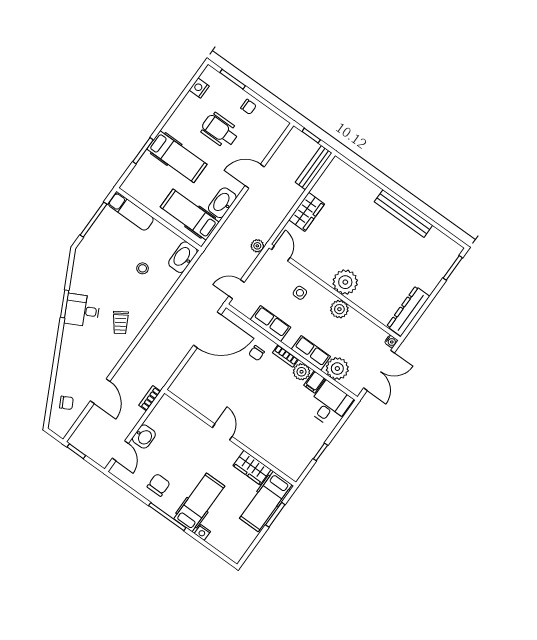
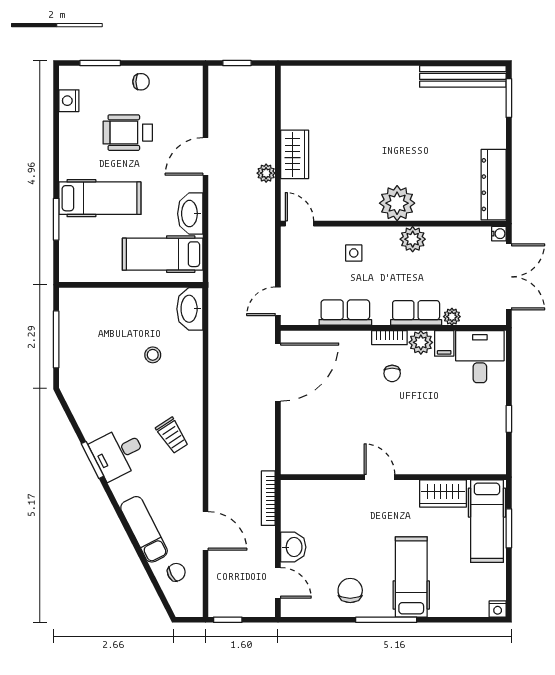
bench: (314, 168) -> (266, 98), removed
exam couch: (131, 212) -> (144, 529), moved, turned -117
bench: (403, 214) -> (463, 76), moved
plant: (257, 246) -> (266, 173), moved
chair: (257, 353) -> (392, 373), moved
plant: (337, 369) -> (452, 317), width x0.53, depth x0.53
bookcase: (150, 398) -> (268, 498), width x1.56
nightstand: (202, 532) -> (498, 609), moved

